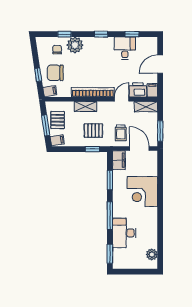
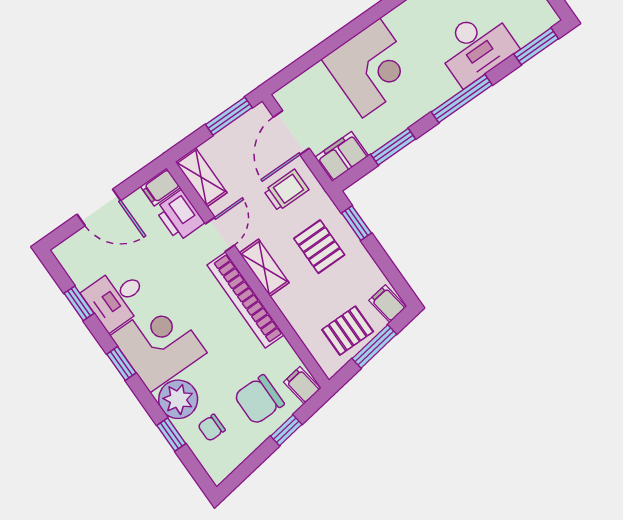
corner desk: (99, 52) -> (159, 344), added
chair: (55, 73) -> (259, 400), turned 90
door: (122, 99) -> (220, 235), swing flipped
shelving: (85, 106) -> (264, 268), moved

